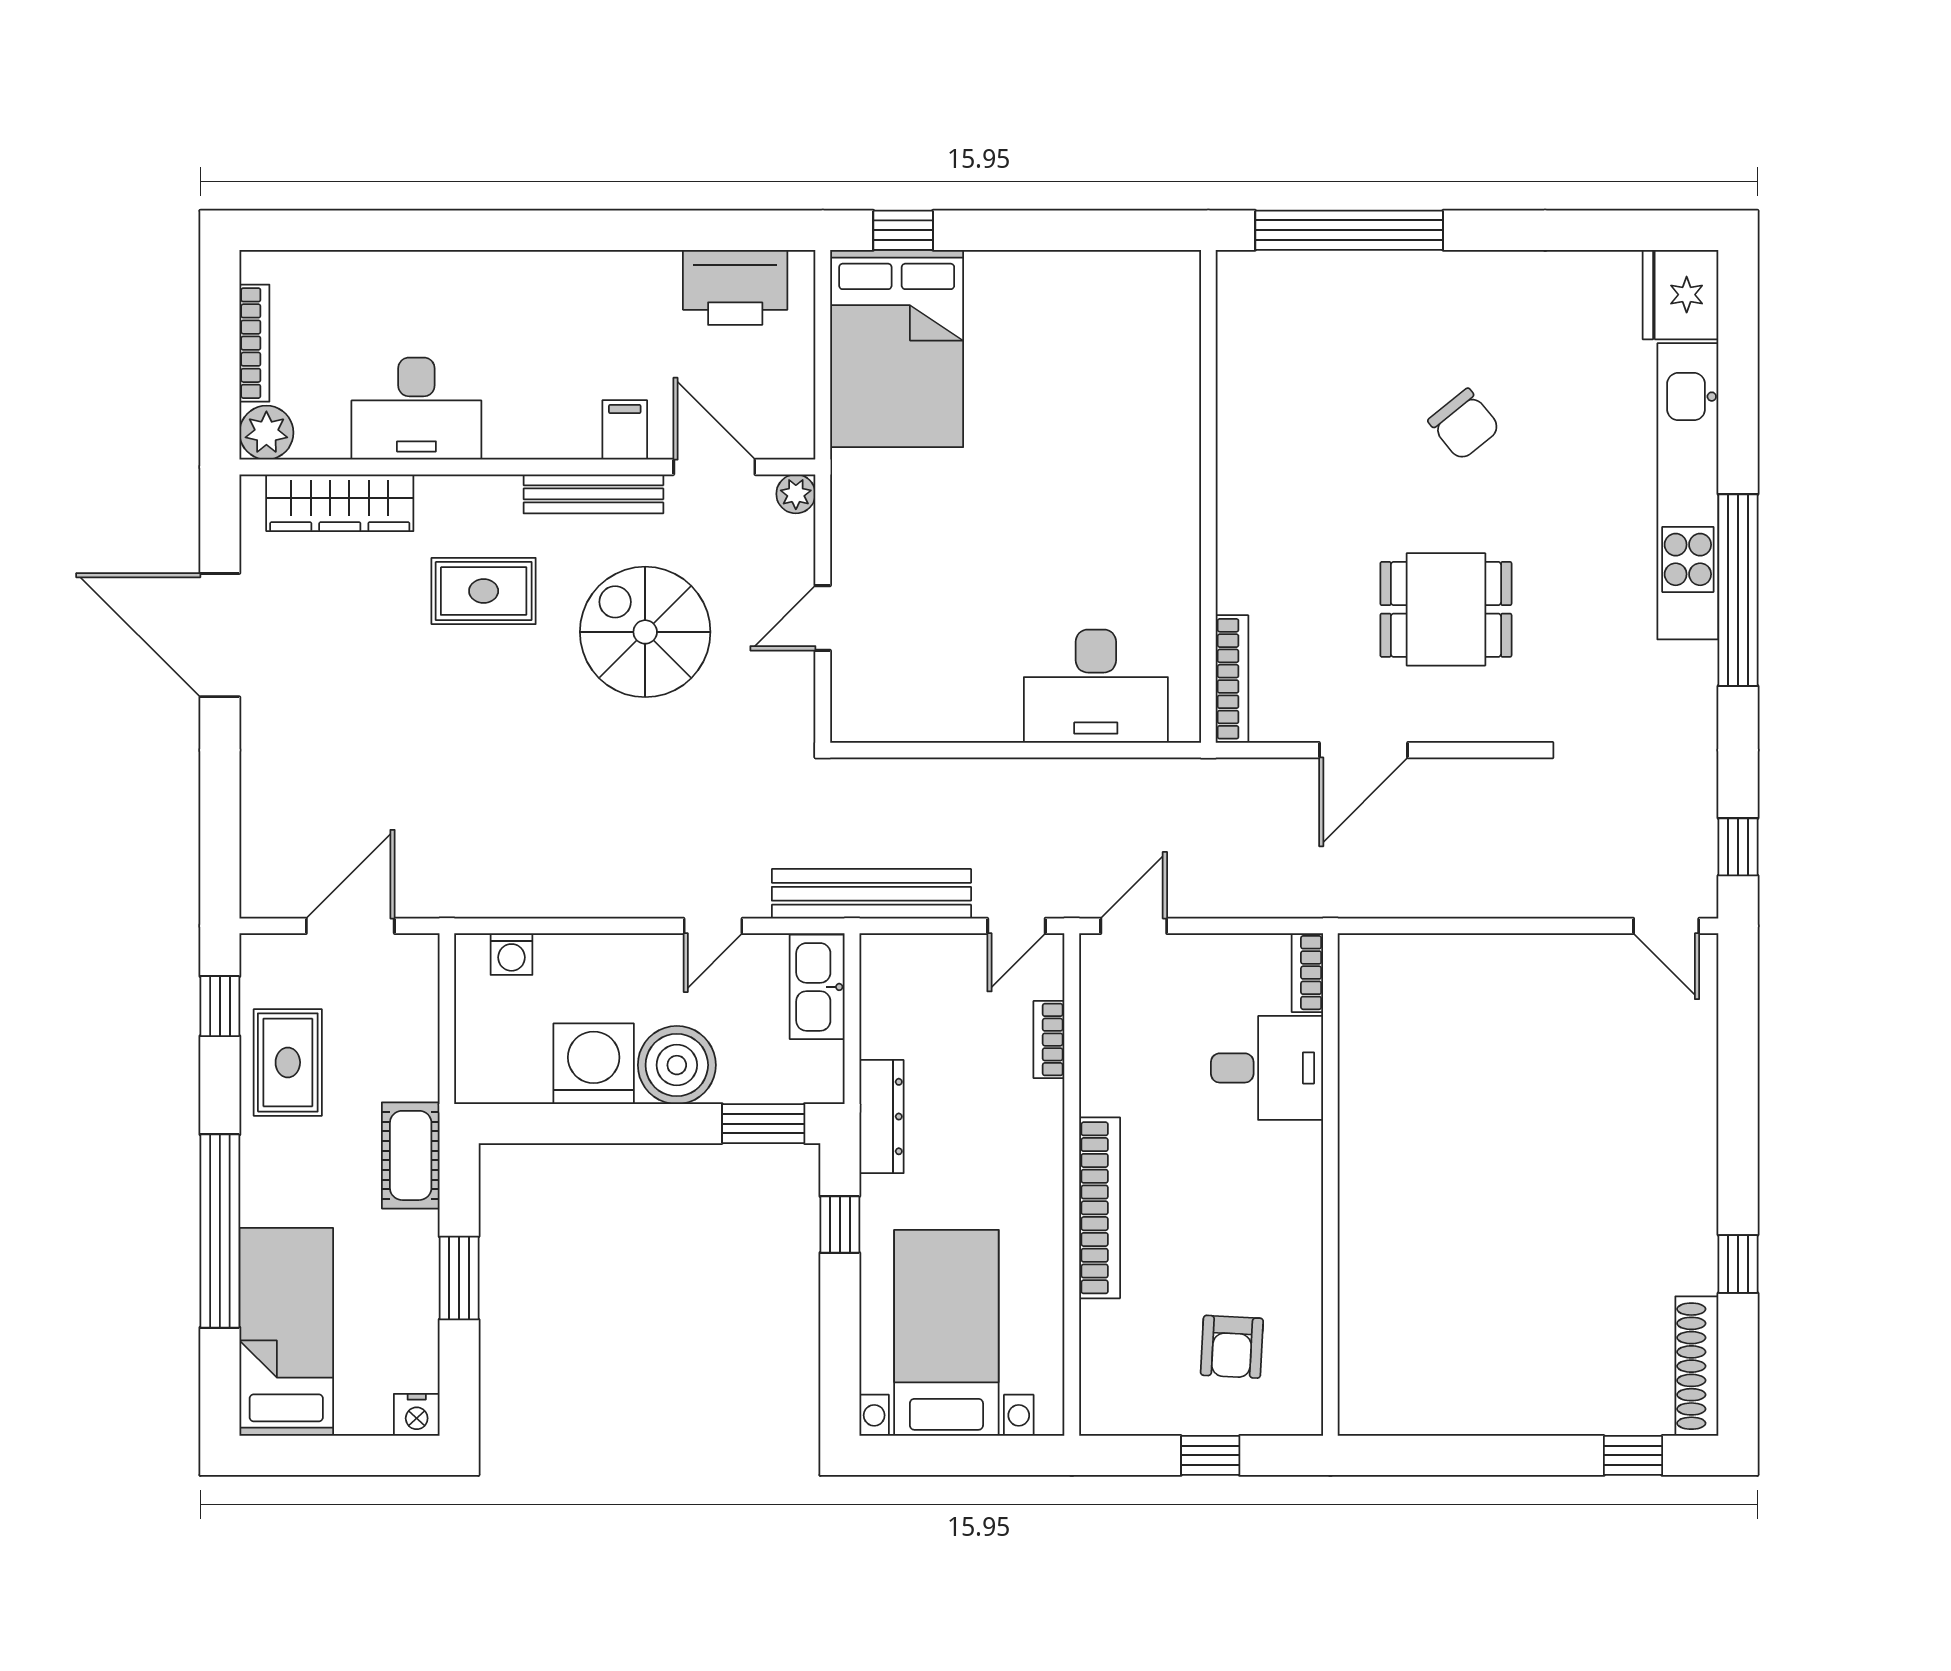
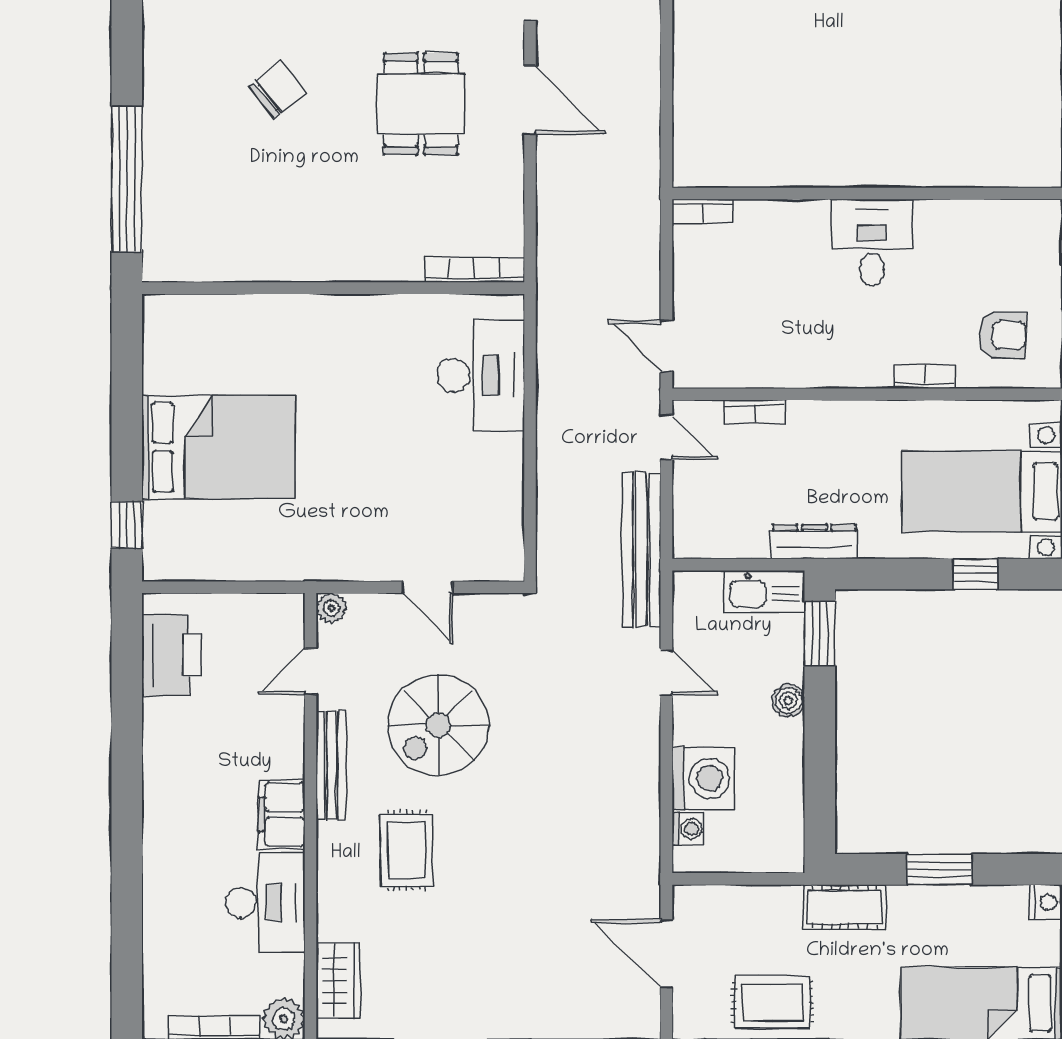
bed: (897, 348) -> (218, 447), moved
filing cabinet: (625, 430) -> (282, 814), moved, width x2.00
door: (714, 467) -> (310, 671), width x0.73
wardrobe: (340, 503) -> (338, 981), width x0.67
door: (1363, 750) -> (530, 100), moved
kitchen sink: (817, 987) -> (764, 592), moved
washing machine: (594, 1064) -> (703, 778), moved, turned 180
boiler: (677, 1065) -> (788, 700), width x0.54, depth x0.54
desk: (1267, 1068) -> (872, 243), moved
bookcase: (1100, 1208) -> (925, 376), width x0.43, depth x0.76
window: (840, 1225) -> (975, 574), moved
armchair: (1232, 1347) -> (1003, 335), moved

